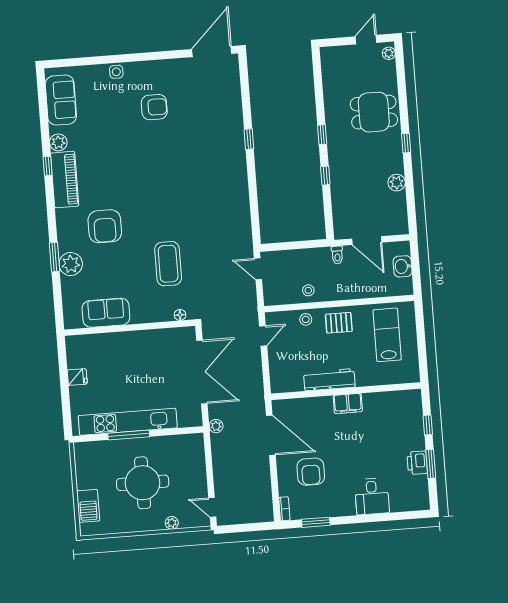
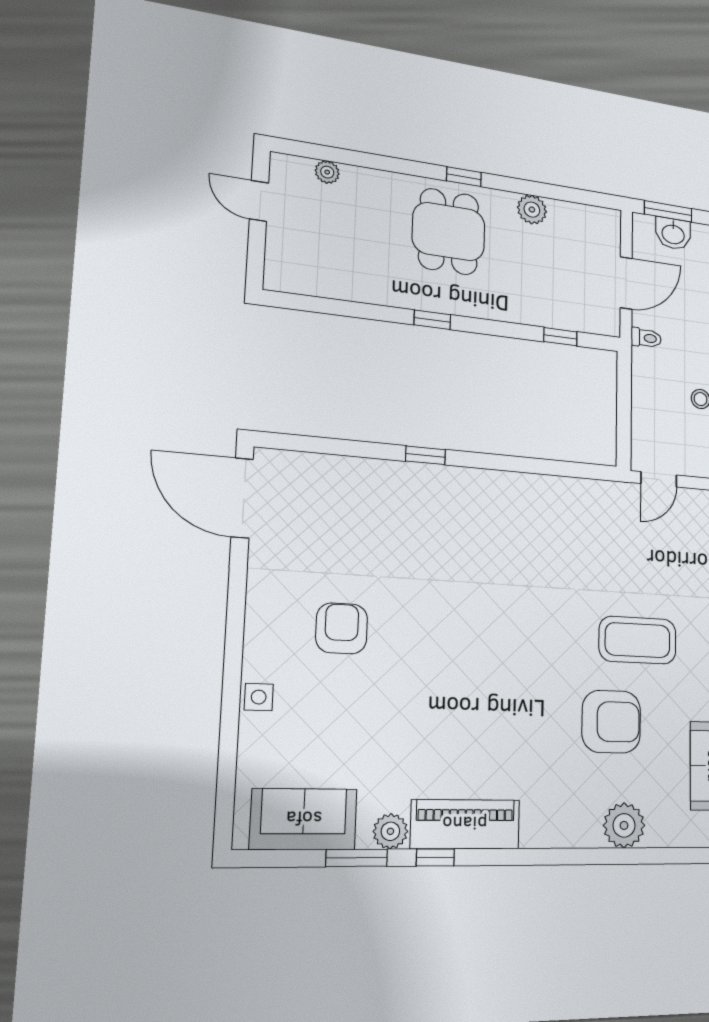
plant: (389, 53) -> (327, 172), moved
dining table: (374, 112) -> (449, 232), moved
window: (325, 176) -> (560, 337), moved
armchair: (105, 226) -> (611, 722), moved
window: (55, 257) -> (357, 858), moved
window: (415, 262) -> (668, 211), added

